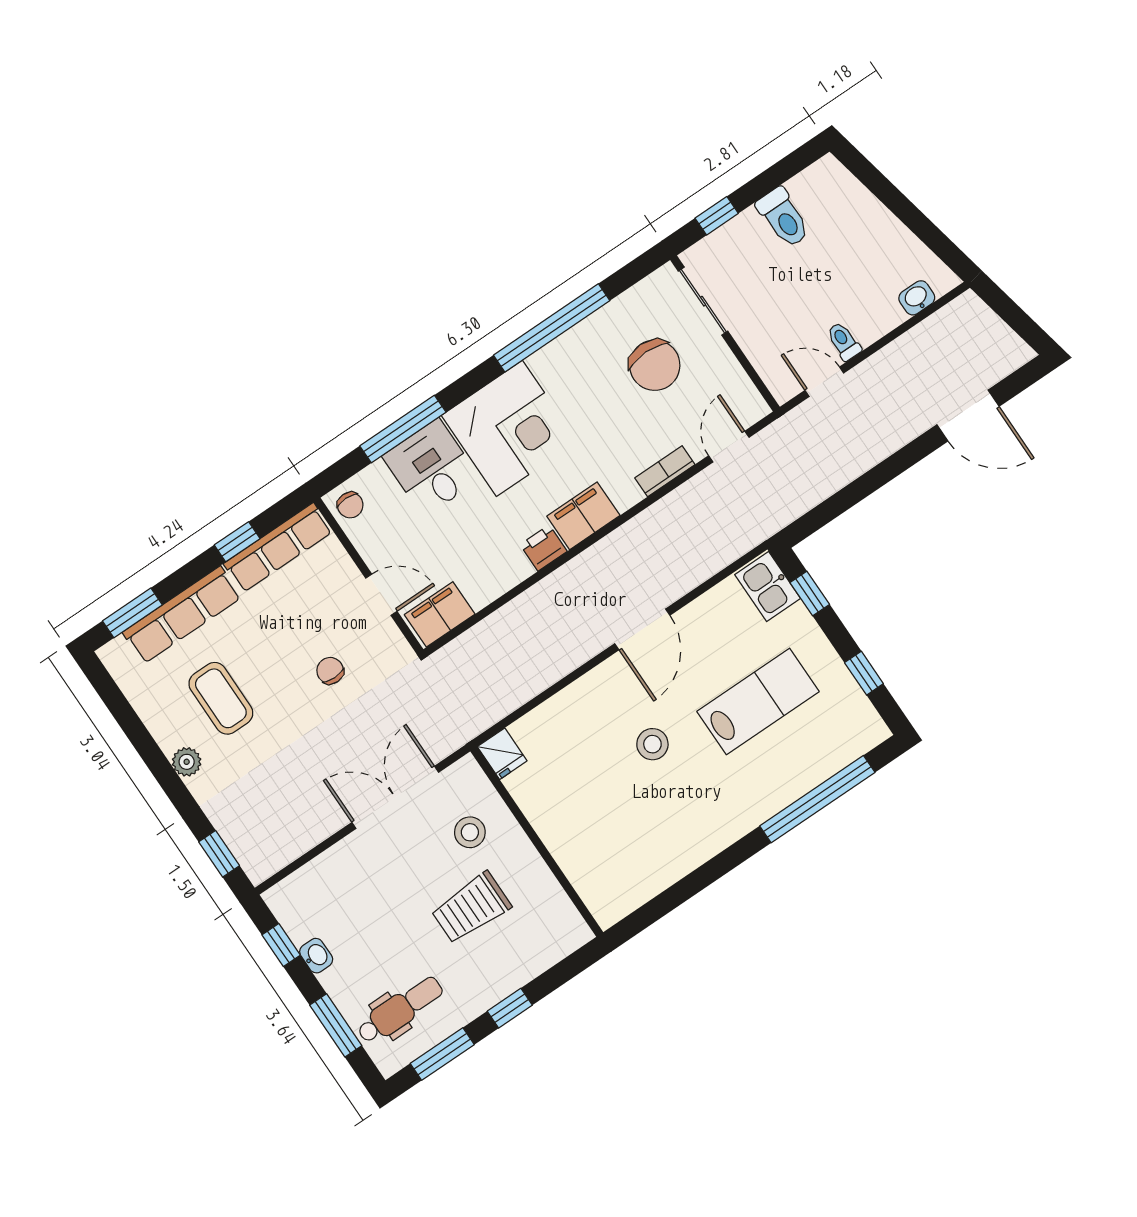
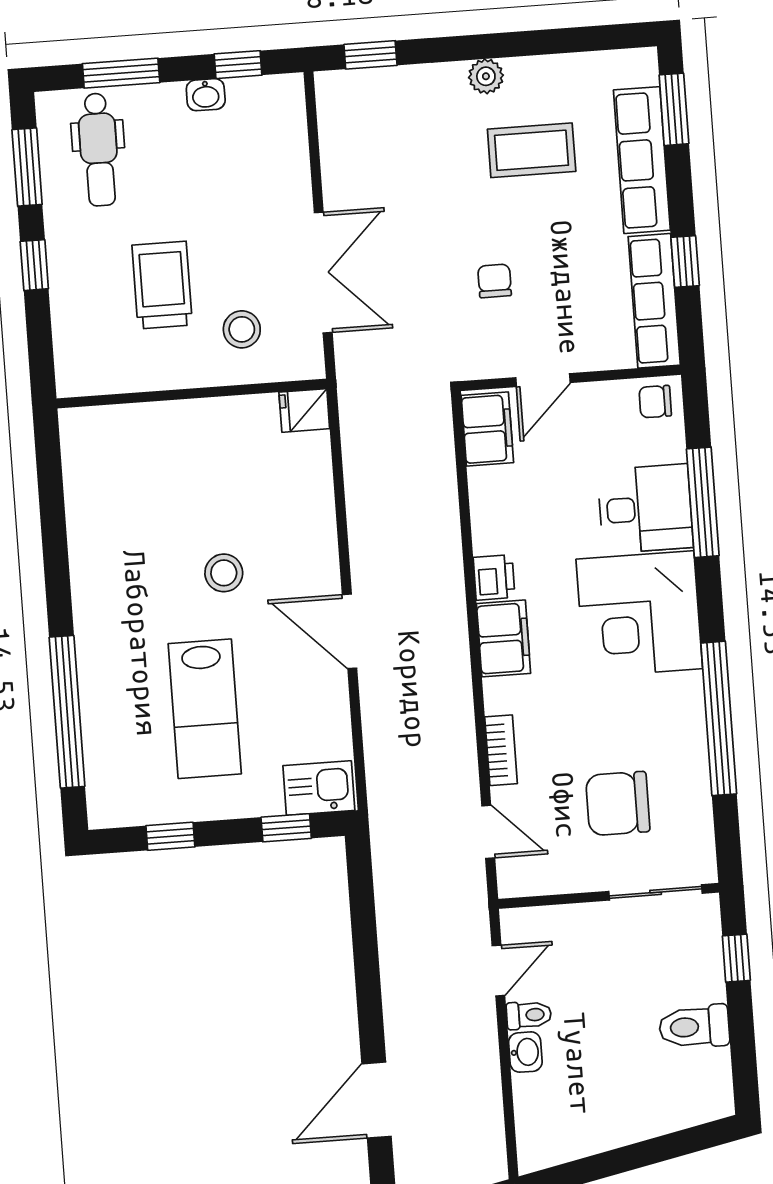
washbasin: (917, 298) -> (525, 1052), moved
chair: (330, 671) -> (495, 281), turned -90

